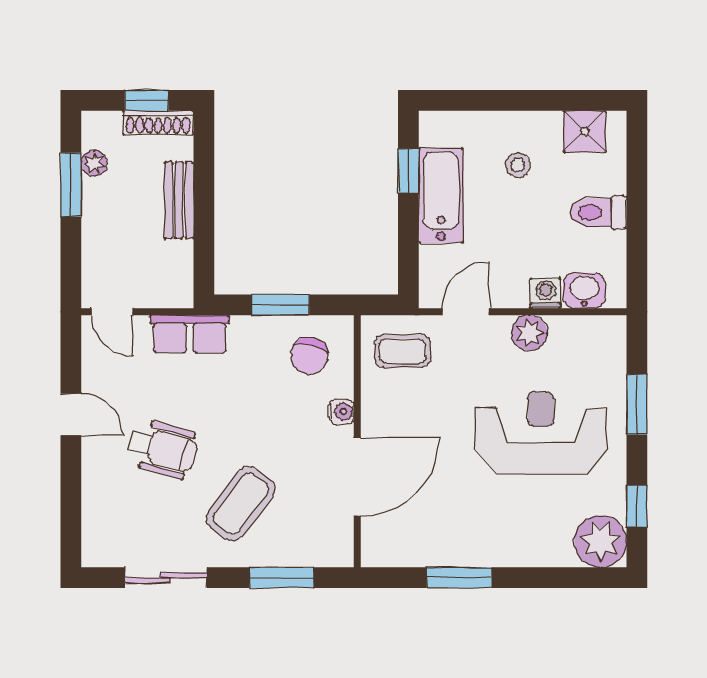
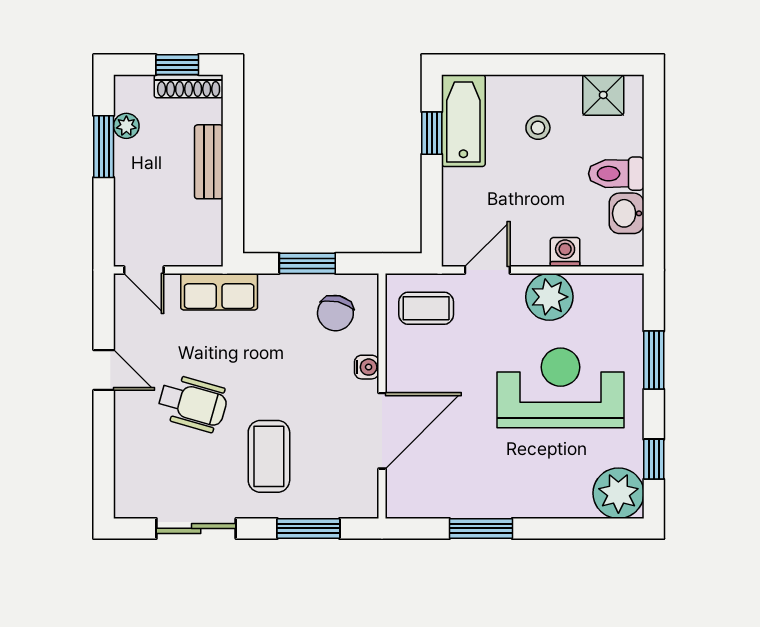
bathtub: (441, 195) -> (463, 121), moved
washbasin: (584, 291) -> (627, 213), moved, turned -90
plant: (529, 333) -> (549, 297), width x1.36, depth x1.36
coffee table: (241, 503) -> (269, 456), turned -37

